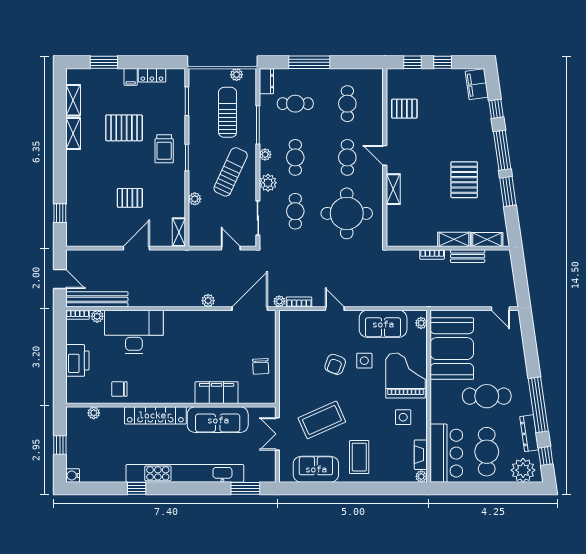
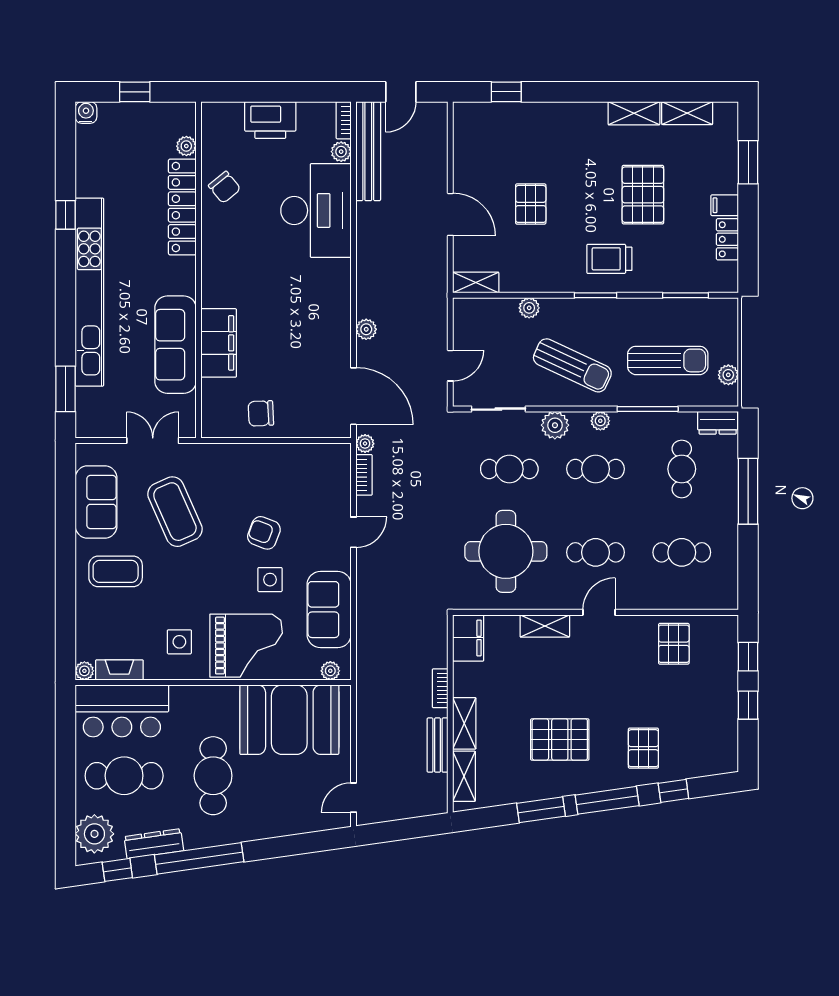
filing cabinet: (477, 84) -> (468, 638), moved, turned 98
pallet: (470, 128) -> (643, 748), added
chair: (119, 389) -> (225, 187), turned 141
locker: (155, 415) -> (182, 207), moved

